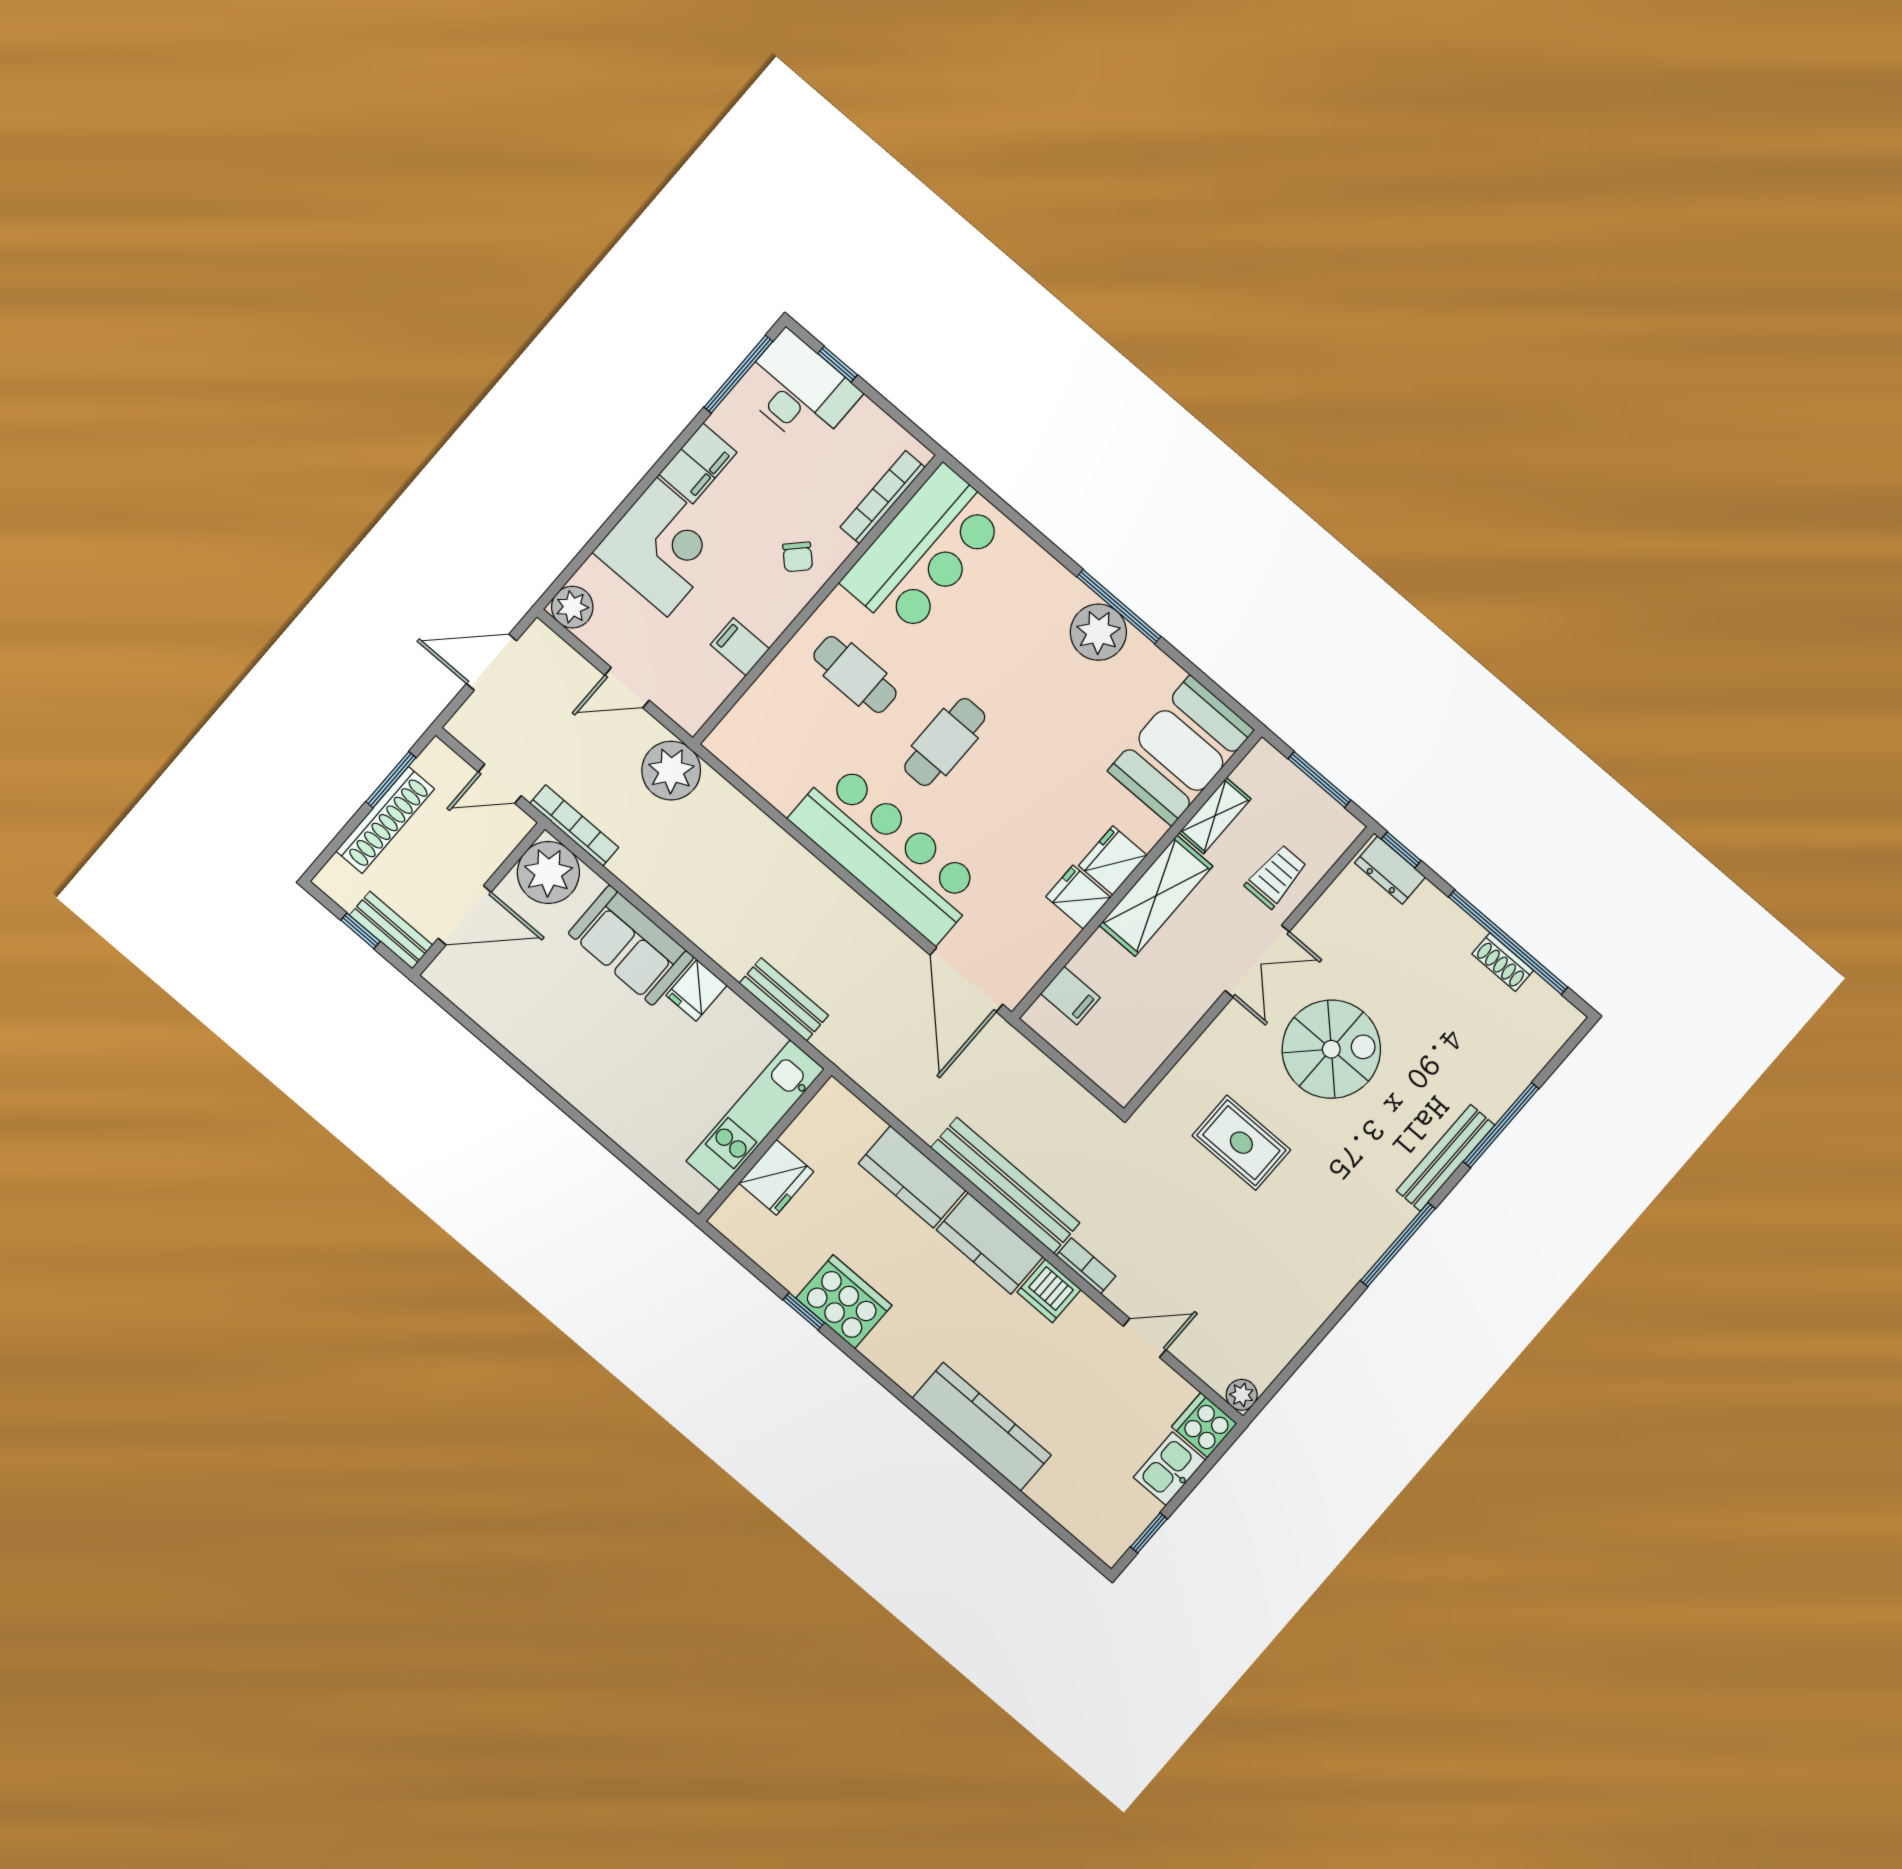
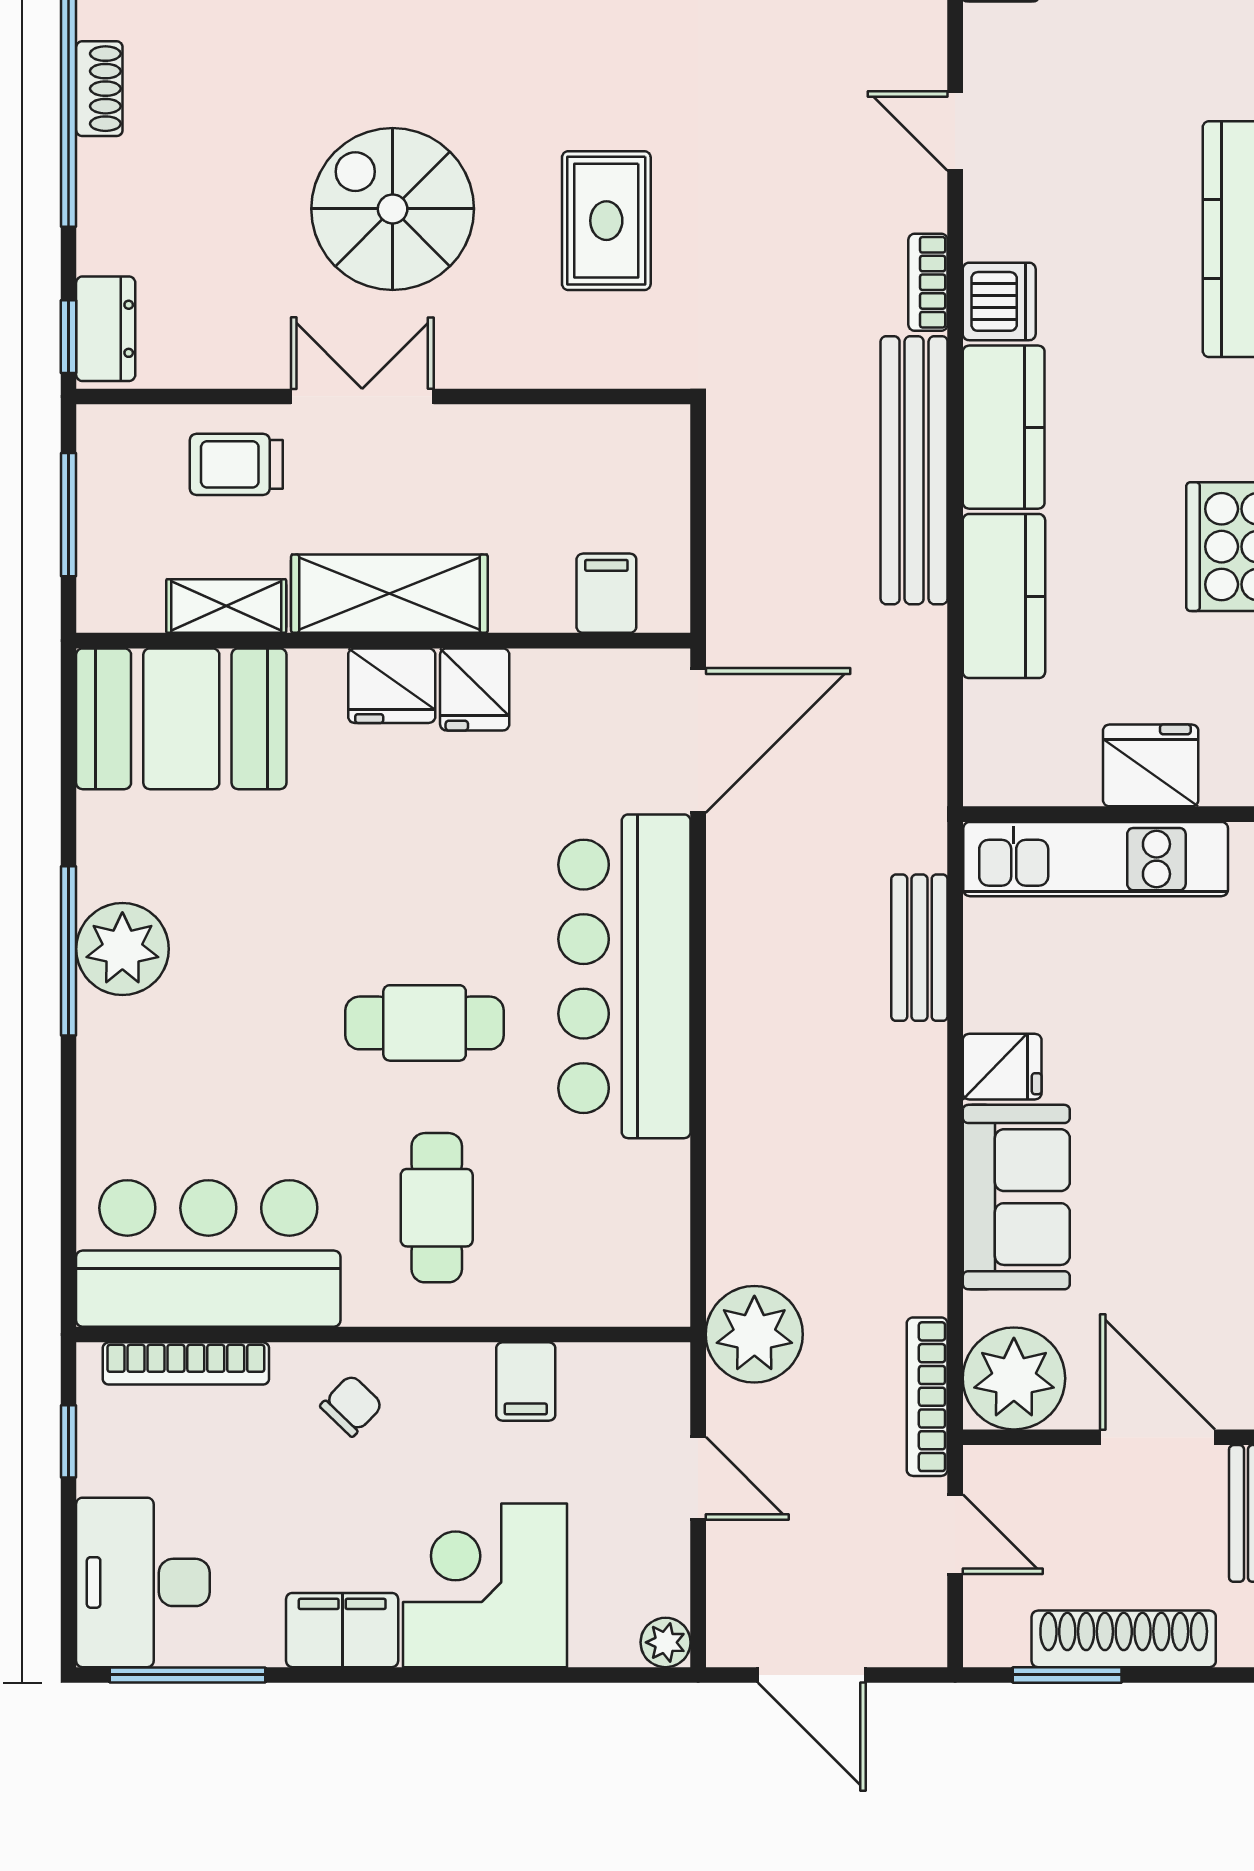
window: (838, 364) -> (69, 1441), moved
plant: (572, 607) -> (666, 1642), width x0.73, depth x0.73

